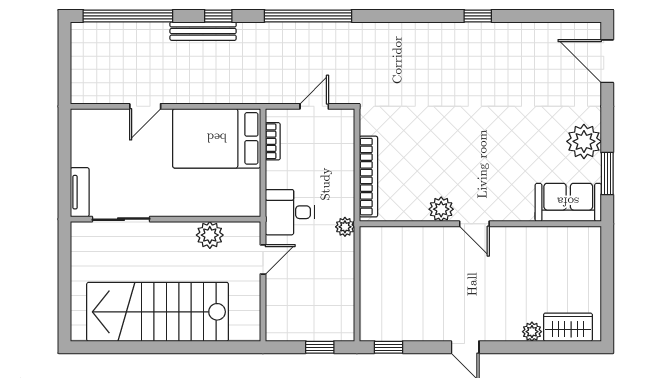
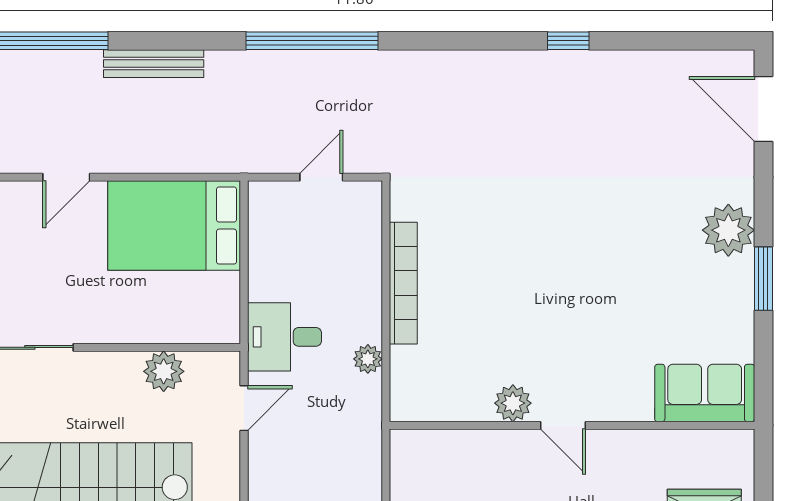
window: (218, 16) -> (177, 41), removed
bookcase: (273, 141) -> (259, 230), removed
sofa: (568, 202) -> (705, 393), moved
plant: (441, 209) -> (513, 403), moved
door: (474, 224) -> (563, 425), moved
wall: (480, 224) -> (572, 425), moved

